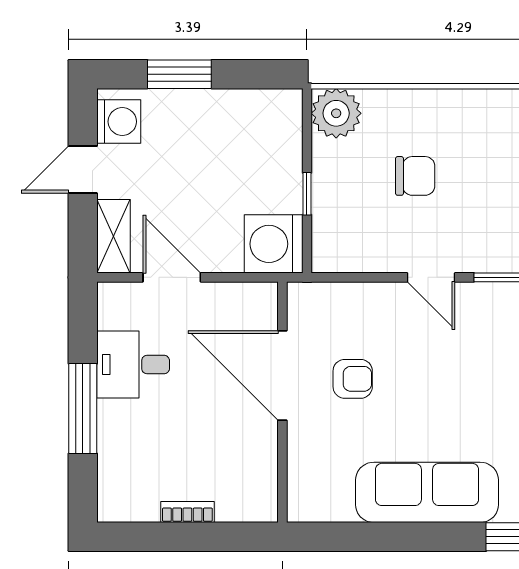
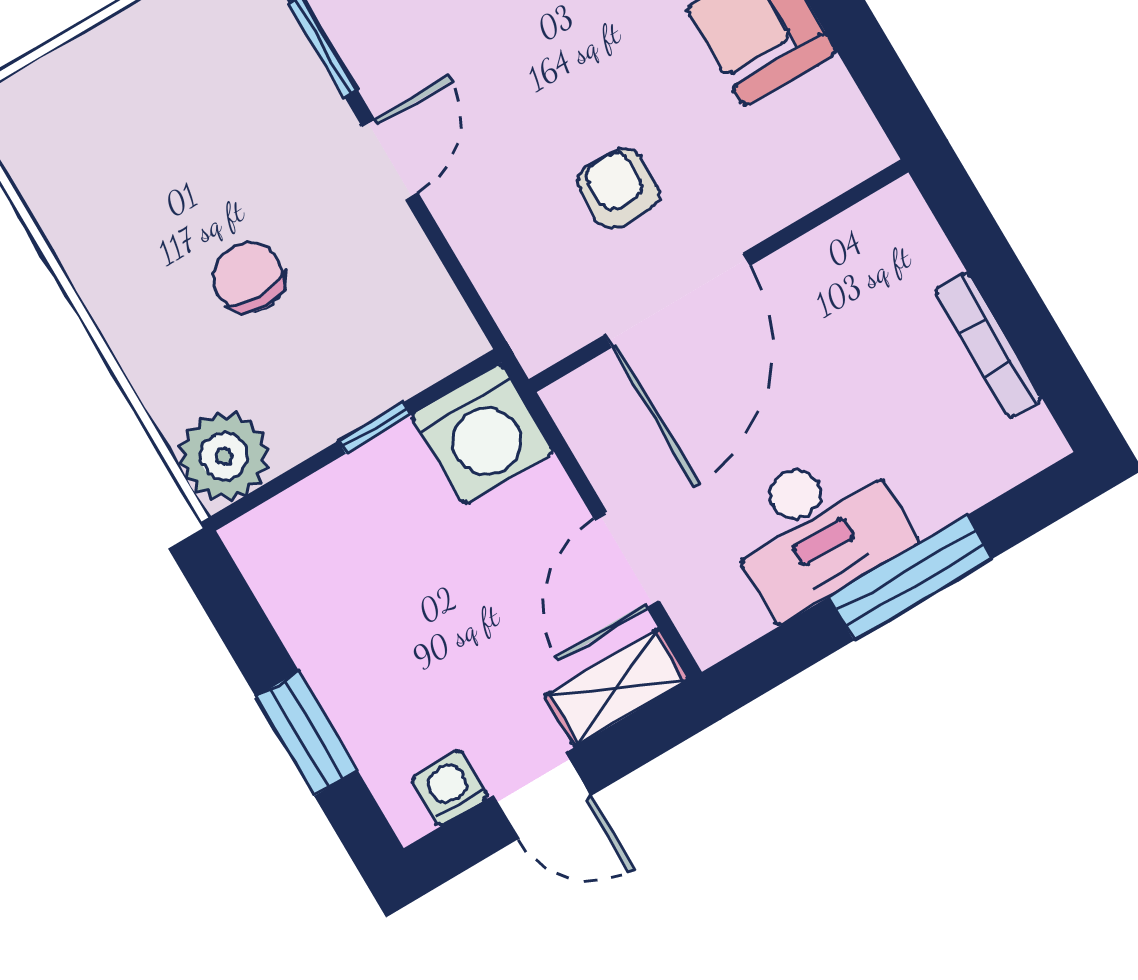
washing machine: (119, 122) -> (450, 788), width x0.73, depth x0.73
desk: (133, 365) -> (816, 529), width x1.37
bookcase: (187, 512) -> (988, 345), width x1.56

